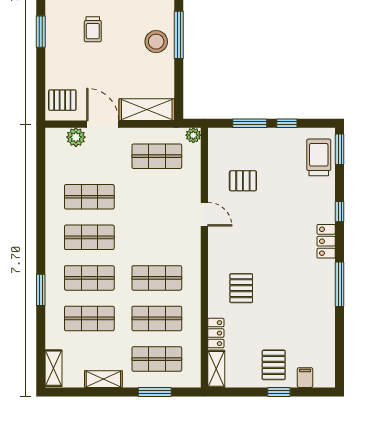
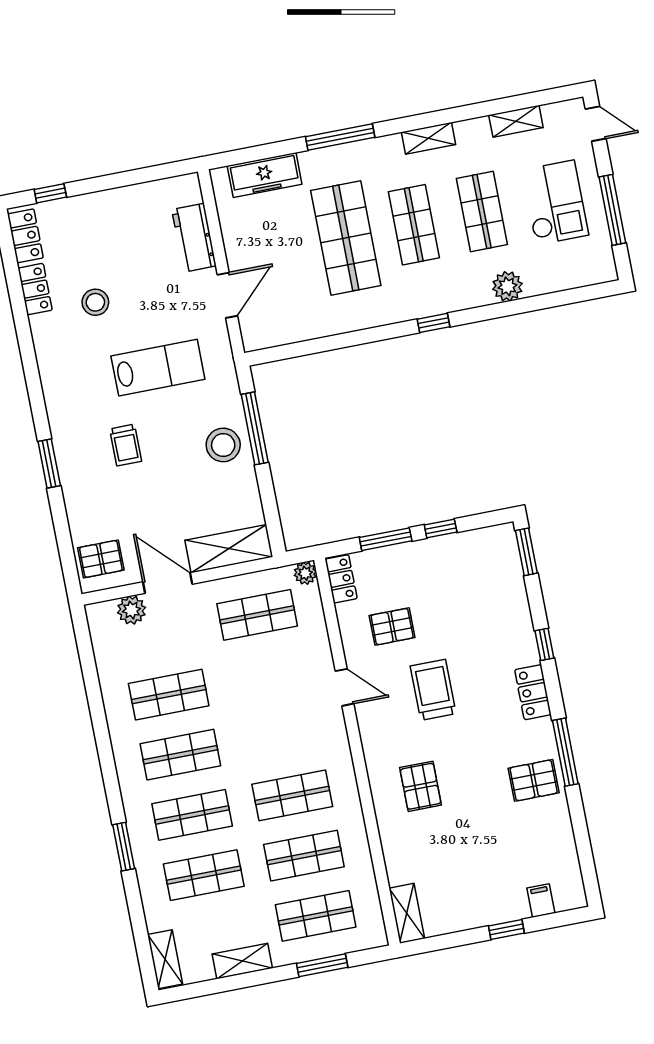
trolley: (319, 157) -> (433, 690), moved
locker: (216, 333) -> (341, 579), moved
pallet: (274, 365) -> (534, 780), moved, turned 90

